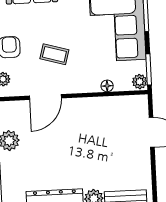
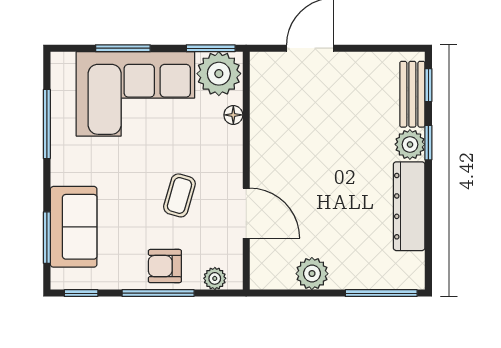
plant: (140, 82) -> (219, 74), width x1.87, depth x1.87

